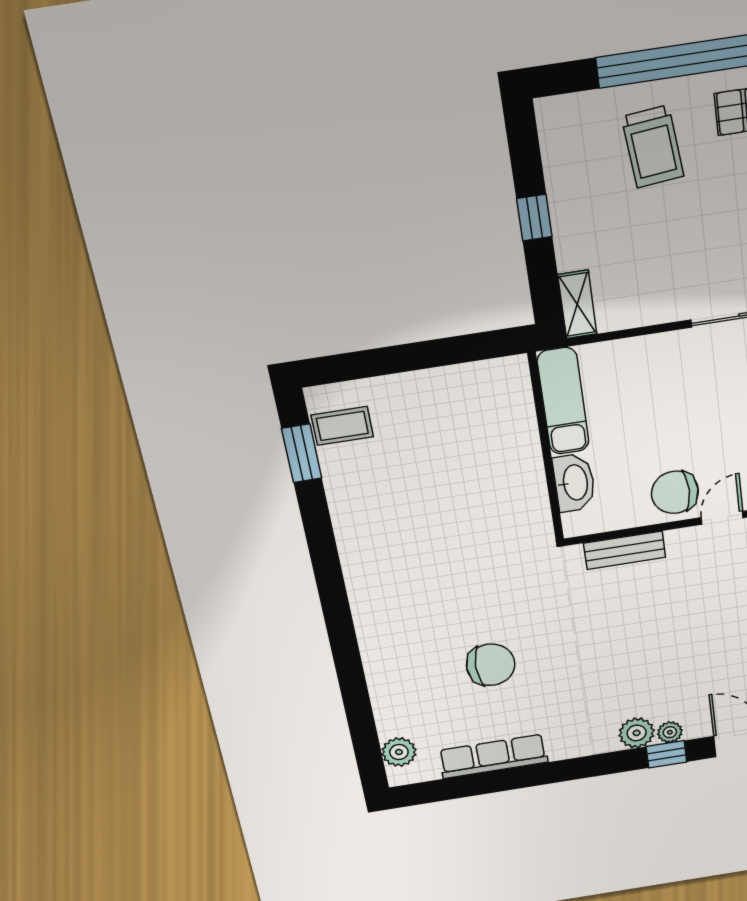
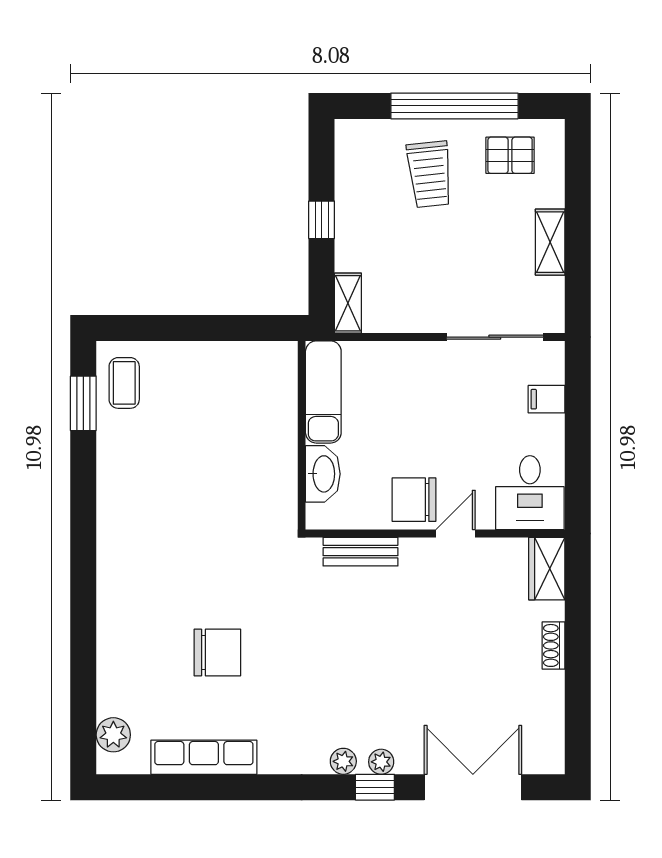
coffee table: (342, 426) -> (124, 383), turned 90
plant: (637, 733) -> (343, 761), width x0.73, depth x0.73

